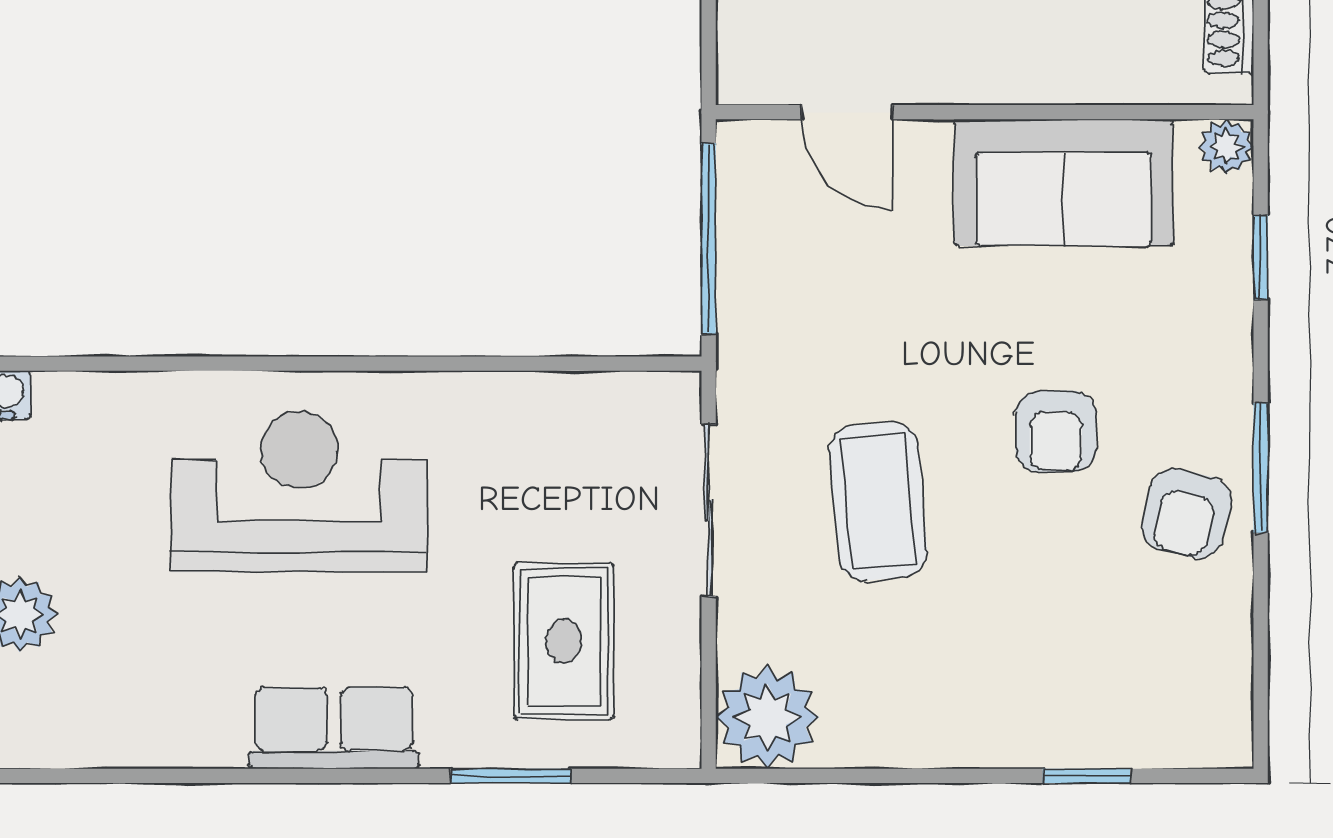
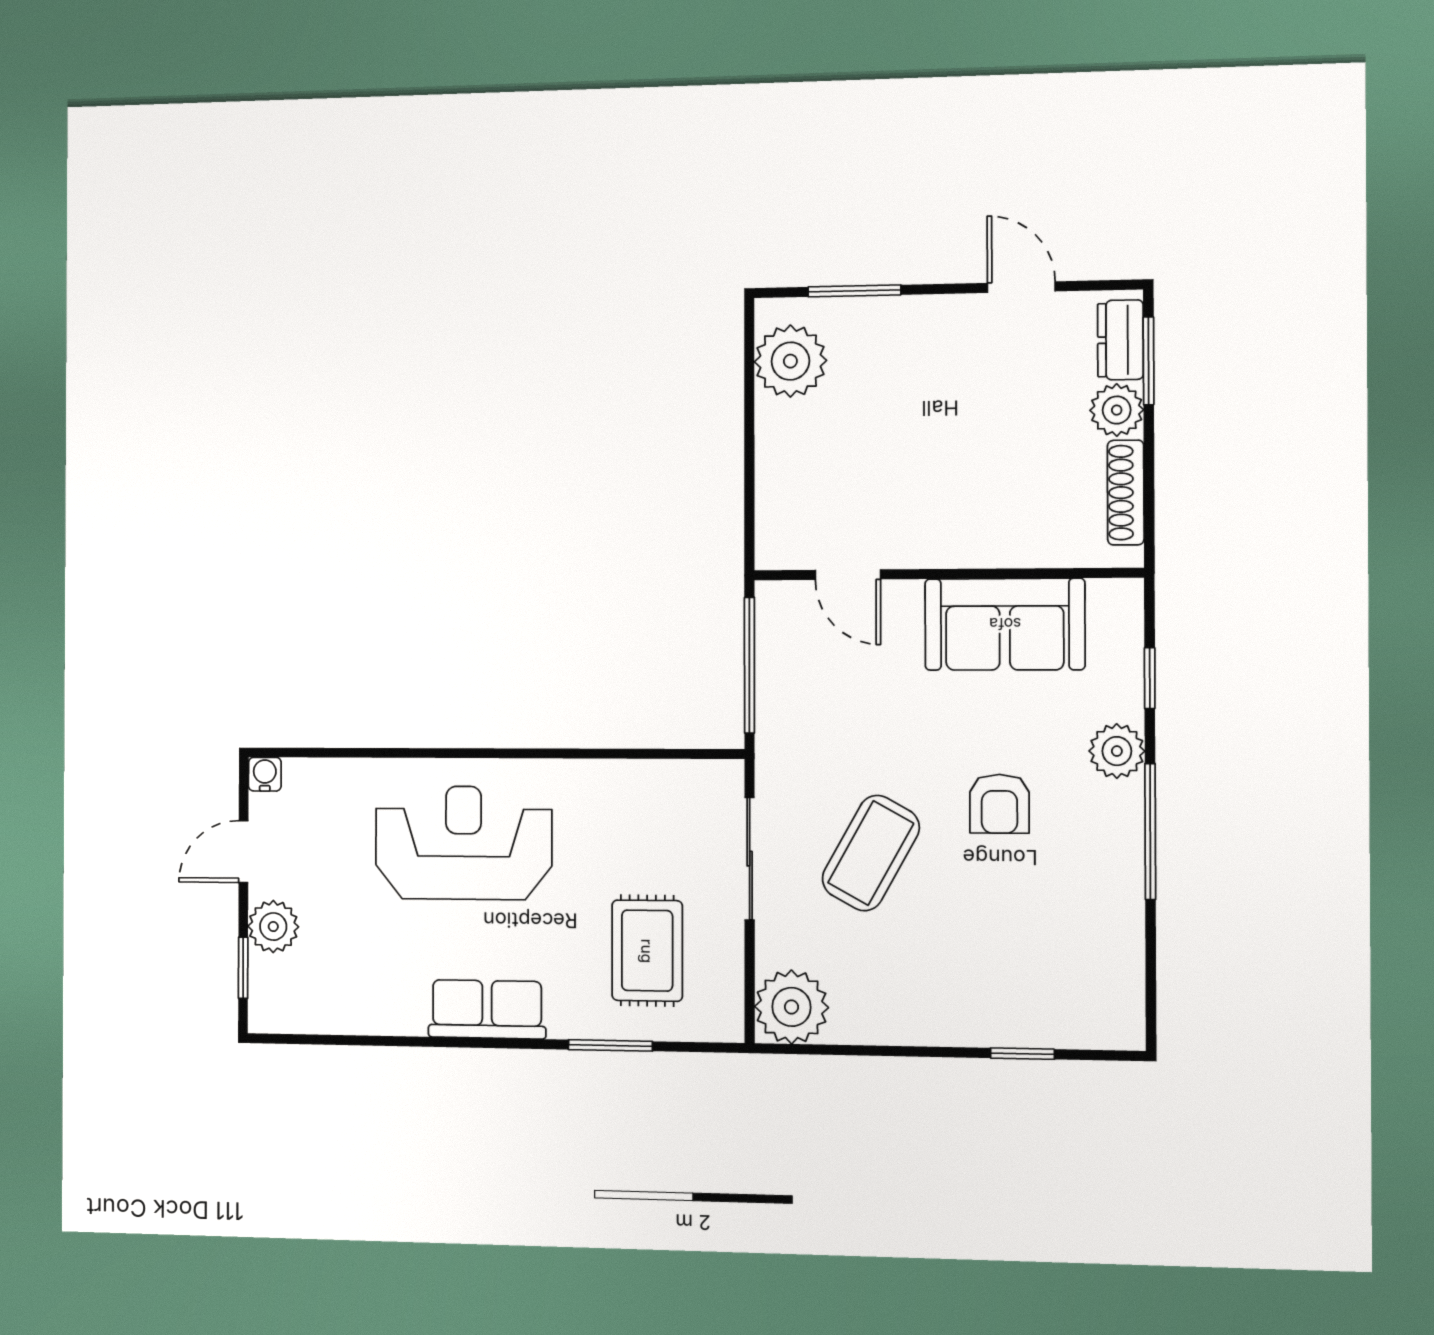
plant: (1226, 147) -> (1117, 751), moved, width x1.38, depth x1.38
window: (1261, 468) -> (1150, 832), width x1.44
coffee table: (878, 501) -> (871, 853), turned 34
armchair: (1186, 513) -> (1095, 864), removed

